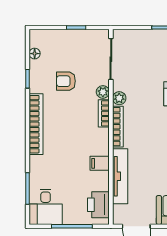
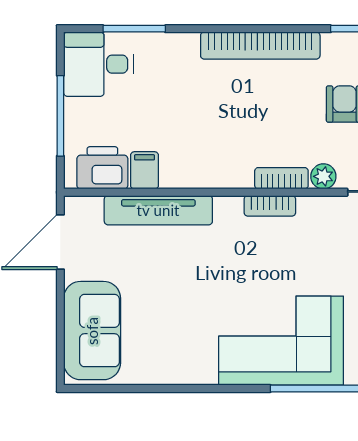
plant: (119, 98) -> (311, 208), removed
bookcase: (118, 127) -> (270, 206), width x0.64
filing cabinet: (100, 163) -> (144, 170), moved

